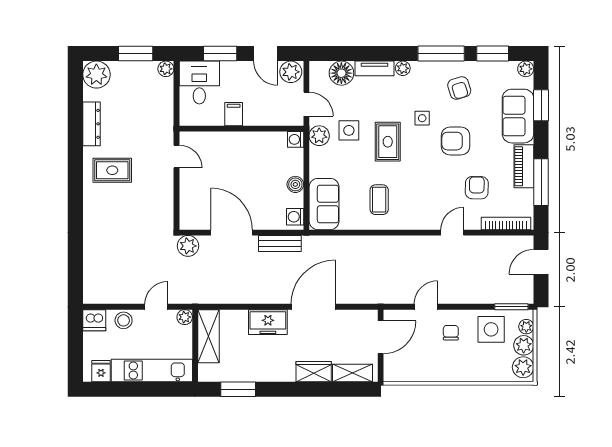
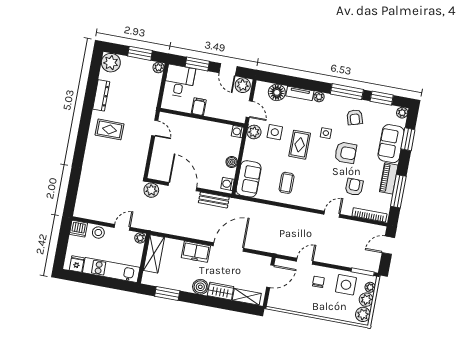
armchair: (455, 141) -> (346, 153), turned 180
boiler: (284, 371) -> (200, 287), added

